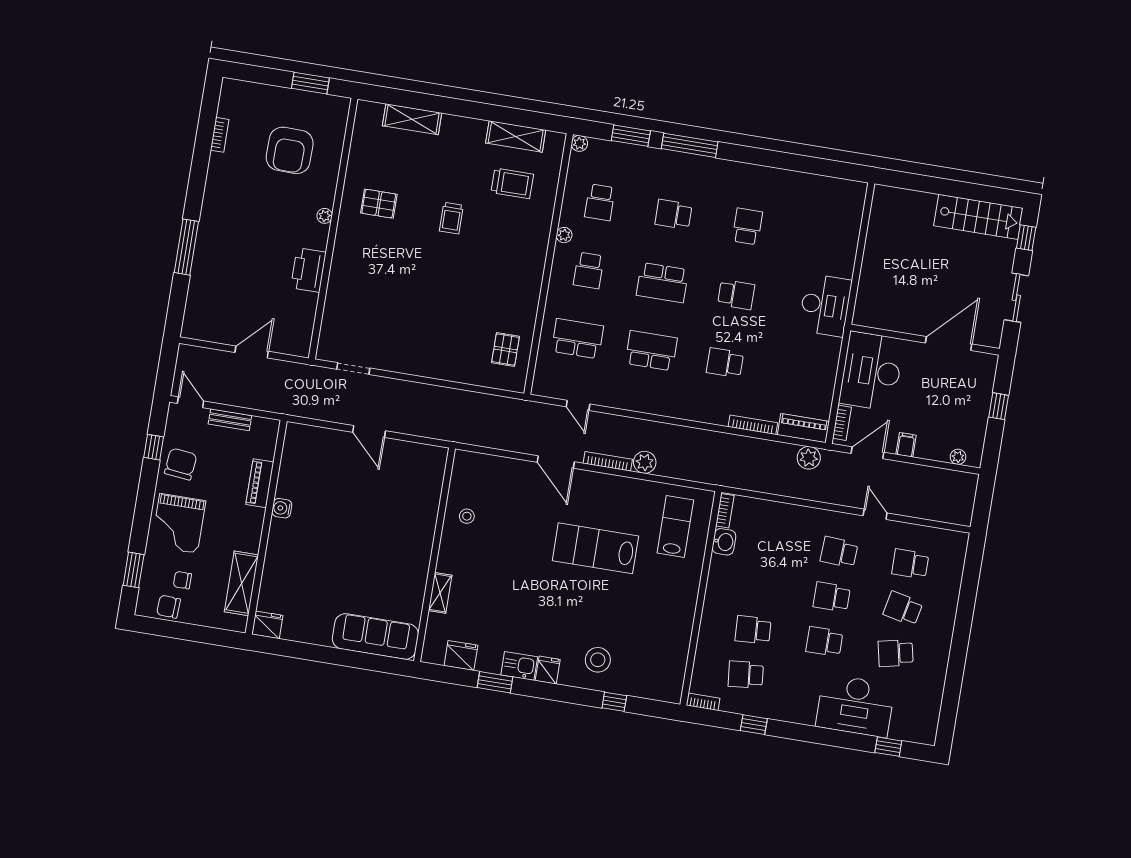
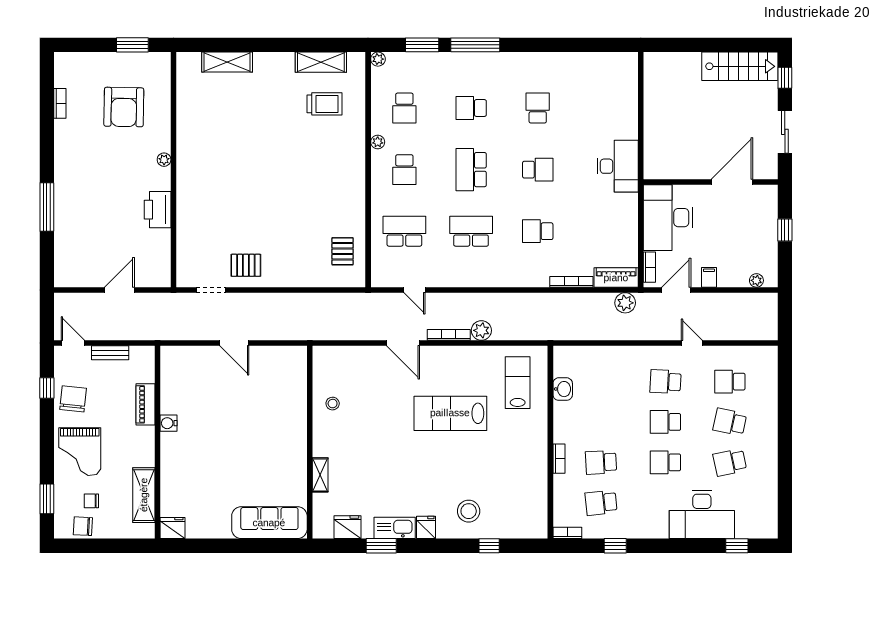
pallet: (379, 204) -> (246, 265), moved
trolley: (451, 218) -> (276, 143), removed
school desk: (662, 283) -> (471, 170), turned 90
bookcase: (725, 511) -> (559, 459), moved
kitchen sink: (519, 666) -> (395, 528), width x1.38

